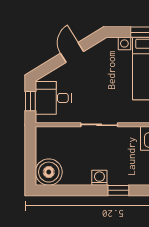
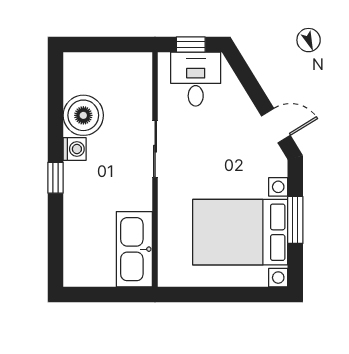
door: (72, 52) -> (276, 126), moved
boiler: (49, 172) -> (83, 115), moved

